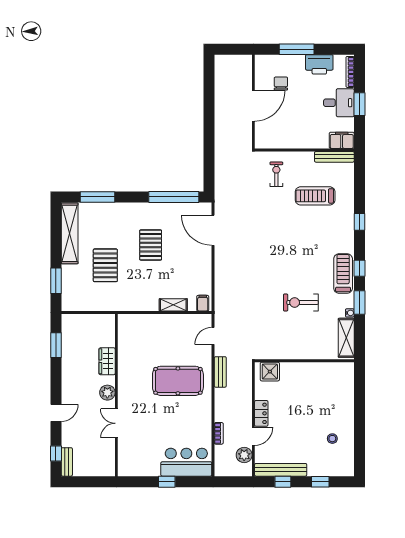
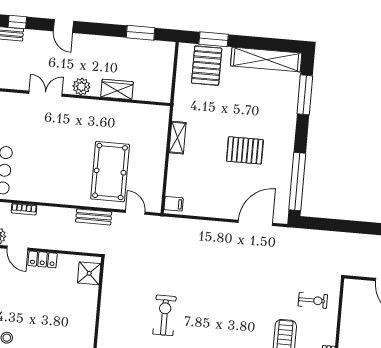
pallet: (105, 265) -> (207, 66), moved, turned 90
shelving: (173, 305) -> (178, 138), moved
pool table: (178, 381) -> (110, 172), moved

